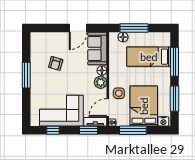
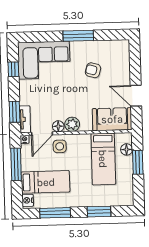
window: (134, 28) -> (138, 162), width x0.69
bed: (149, 57) -> (103, 159), moved, turned 180
window: (175, 62) -> (99, 212), width x0.69
floor lamp: (102, 70) -> (58, 126), moved
bed: (144, 106) -> (46, 182), width x0.67
door: (108, 108) -> (42, 134), swing flipped
corner sofa: (61, 111) -> (44, 60), moved, turned 90

